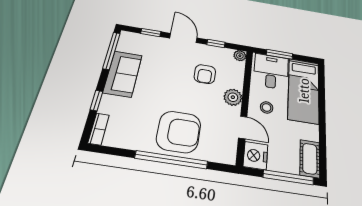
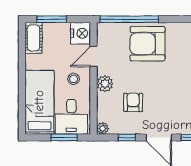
door: (243, 127) -> (94, 57), hinge flipped
window: (171, 160) -> (129, 19), moved
window: (288, 177) -> (52, 19), width x0.69

